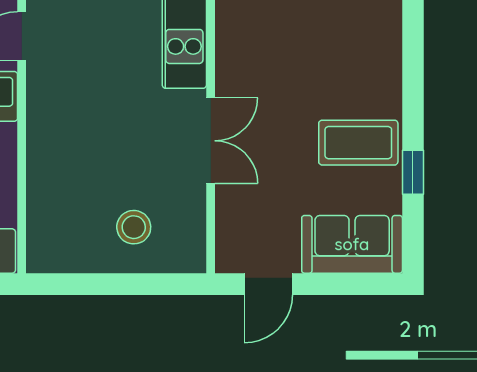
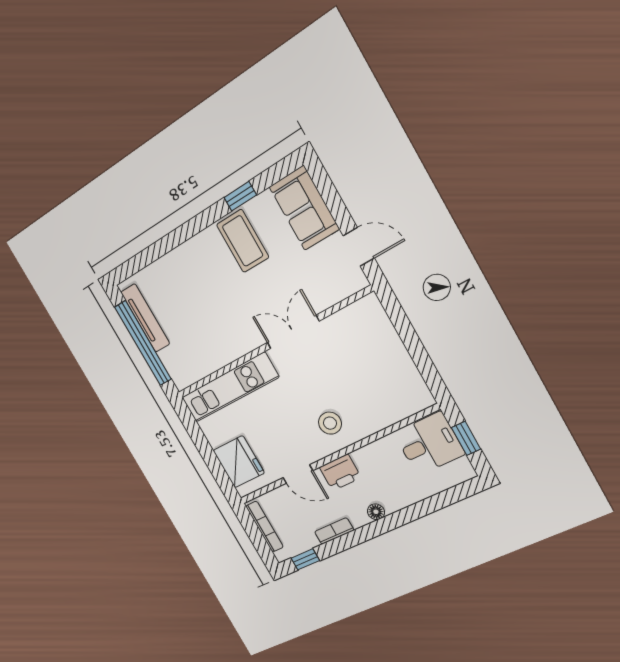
stool: (134, 227) -> (330, 423), moved

